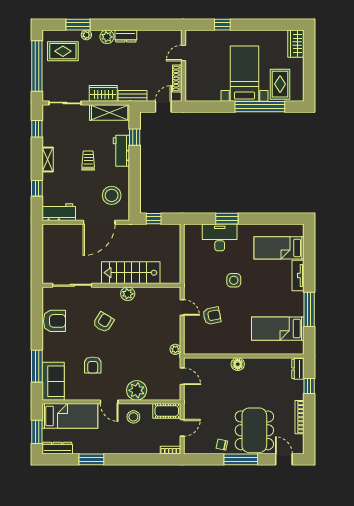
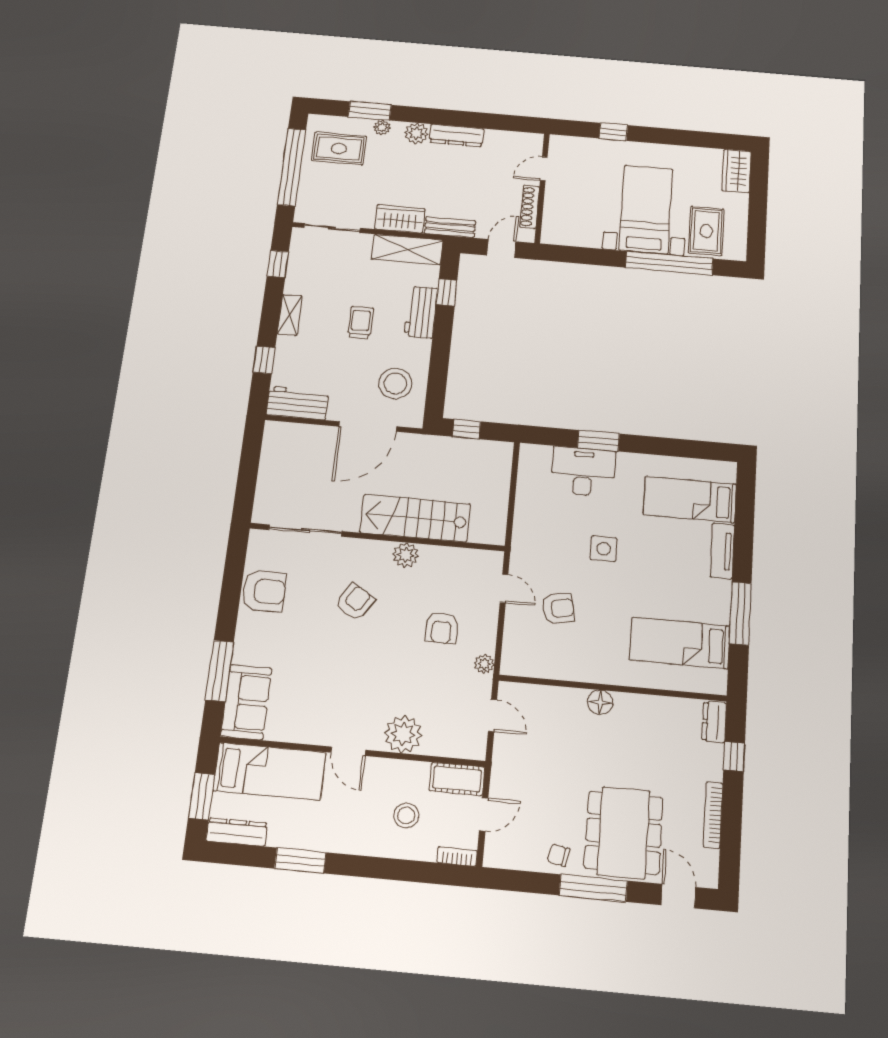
dresser: (126, 36) -> (457, 135), width x1.44
armchair: (93, 365) -> (442, 628), moved
stool: (133, 417) -> (406, 815), moved

